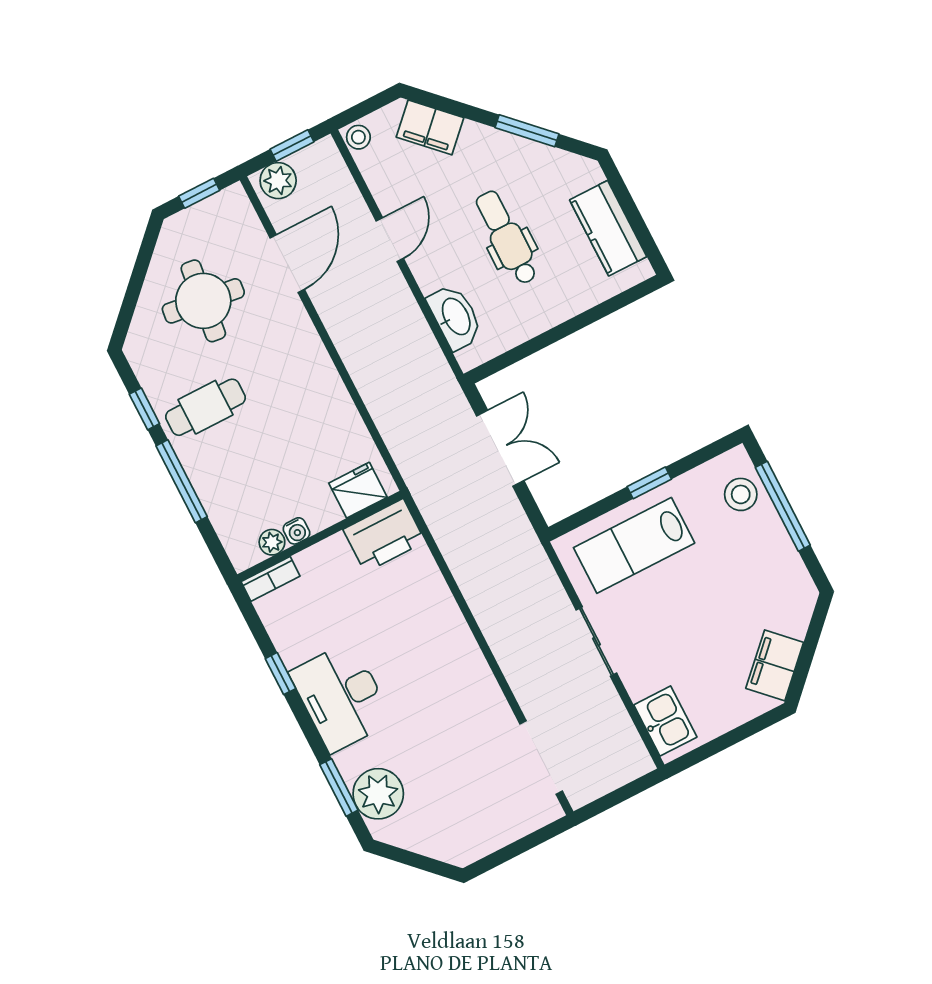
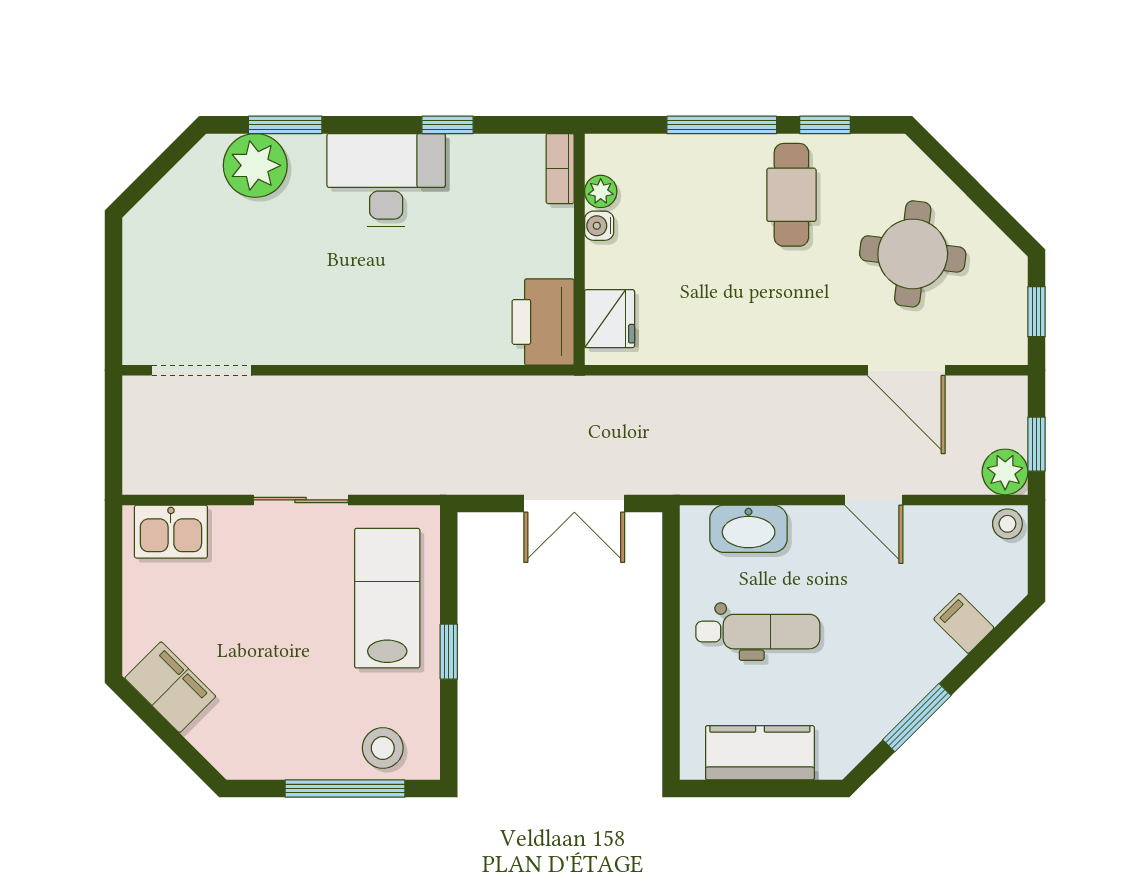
filing cabinet: (430, 127) -> (964, 623), width x0.50
plant: (278, 181) -> (1005, 472), moved
dental chair: (507, 238) -> (758, 632), moved

